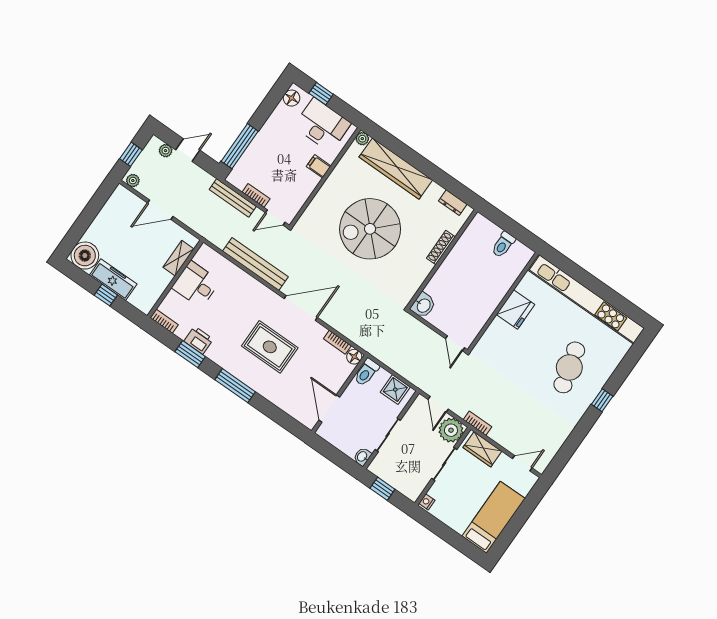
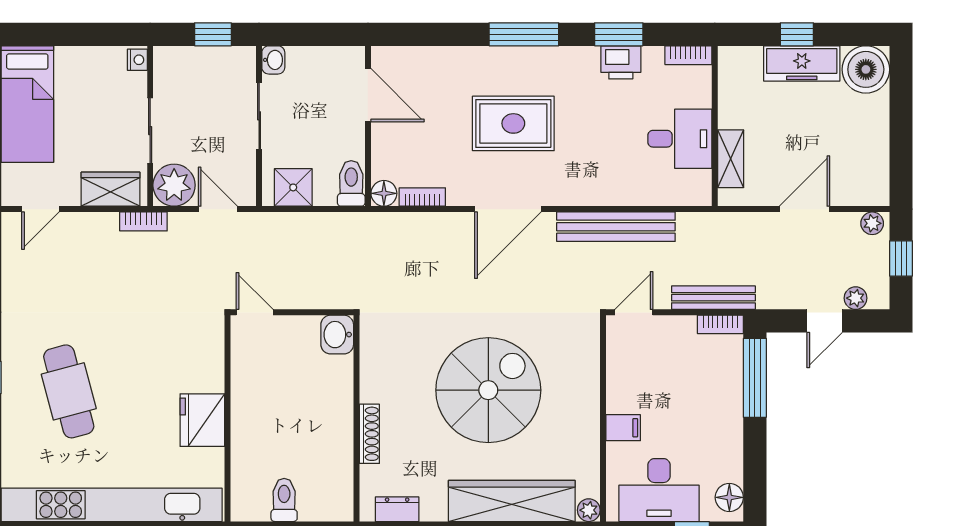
bookcase: (256, 195) -> (720, 324), moved

